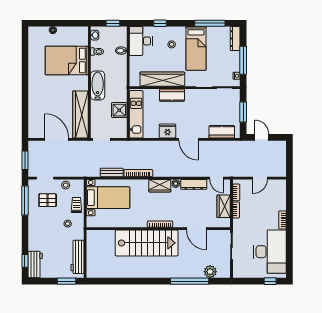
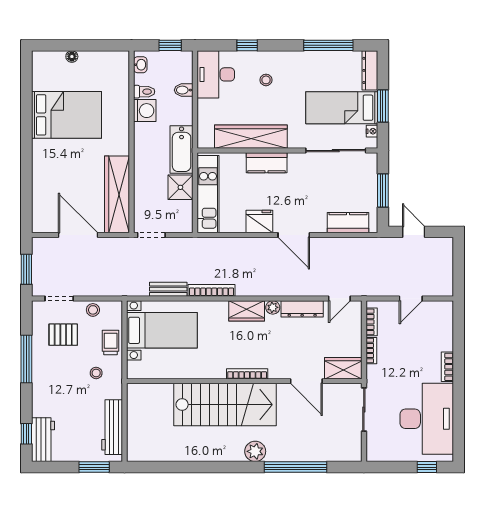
bed: (196, 48) -> (342, 108), moved, turned 90
bed: (67, 60) -> (66, 115), moved, turned 180
window: (243, 60) -> (383, 106), width x0.69
washing machine: (97, 63) -> (145, 111), added
bathtub: (98, 85) -> (182, 150), moved, turned 180
door: (217, 178) -> (339, 298), hinge flipped
window: (25, 200) -> (26, 359), moved
wardrobe: (224, 206) -> (343, 368), moved, turned 90
plant: (210, 272) -> (255, 451), moved

